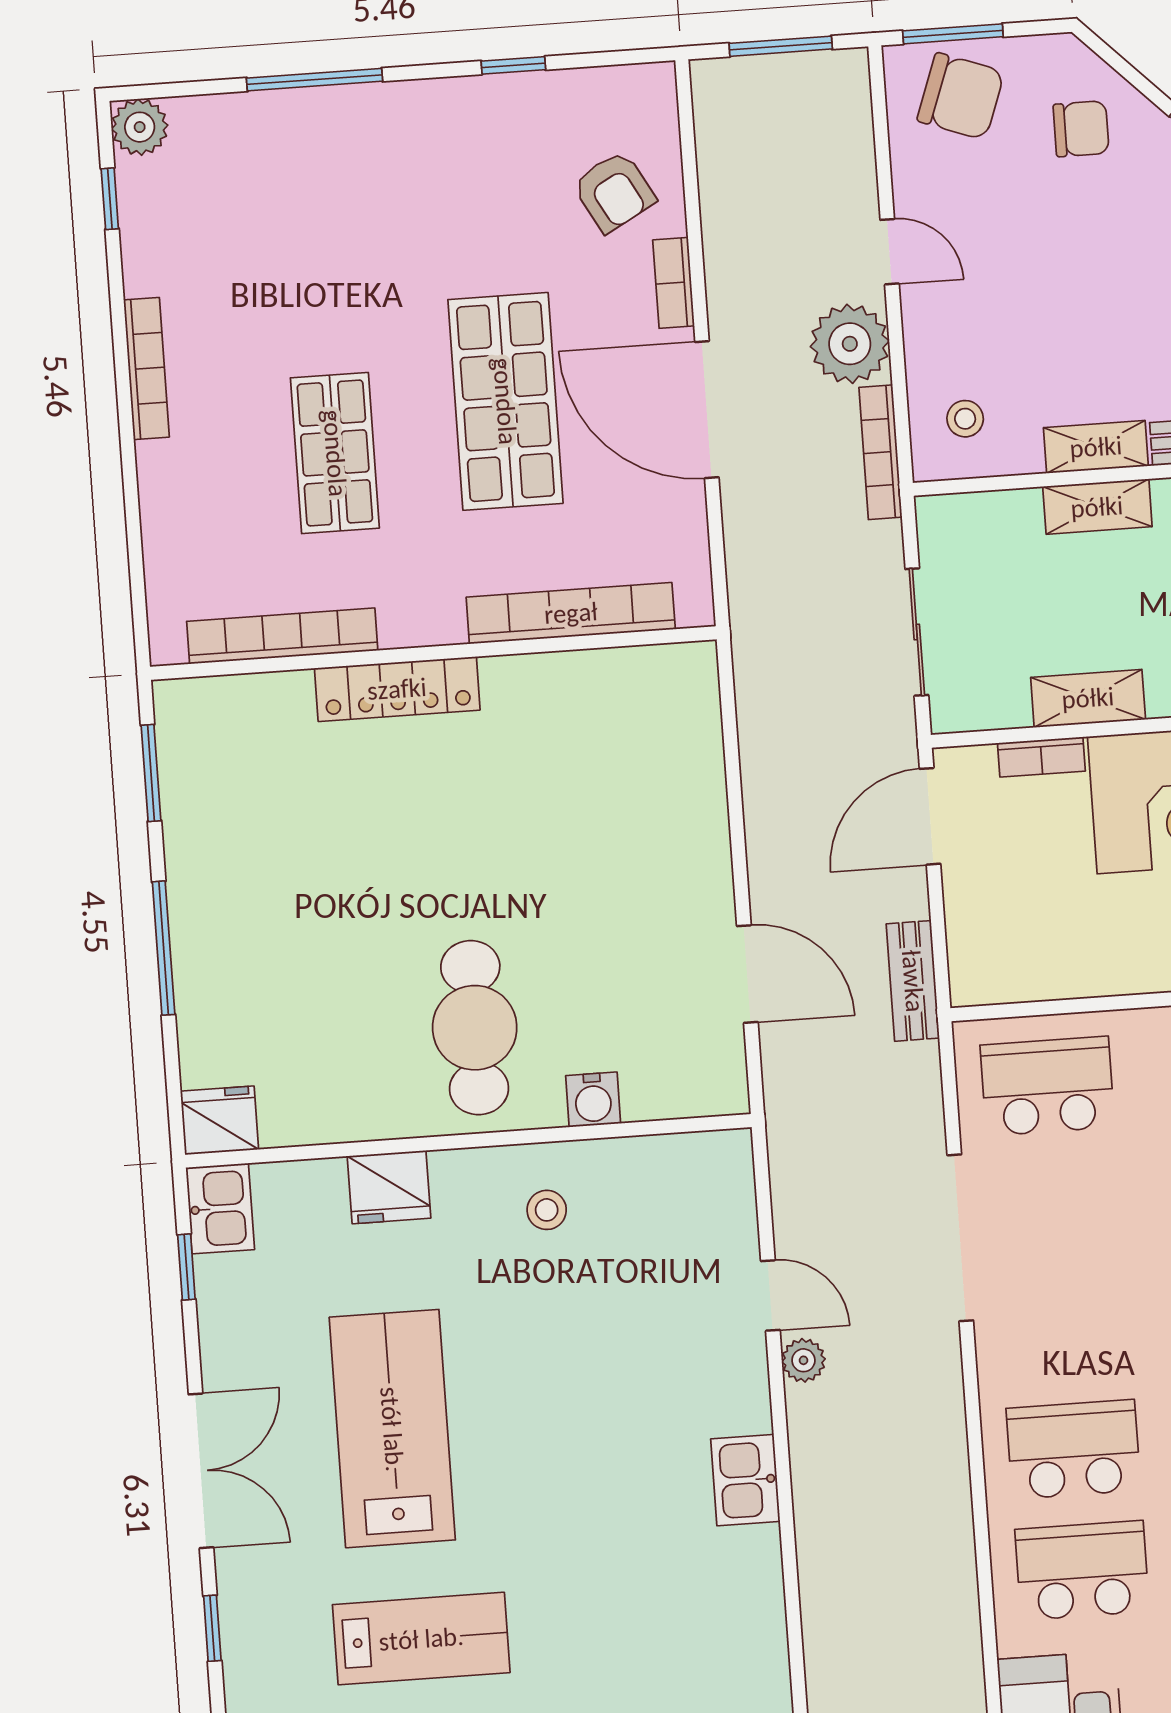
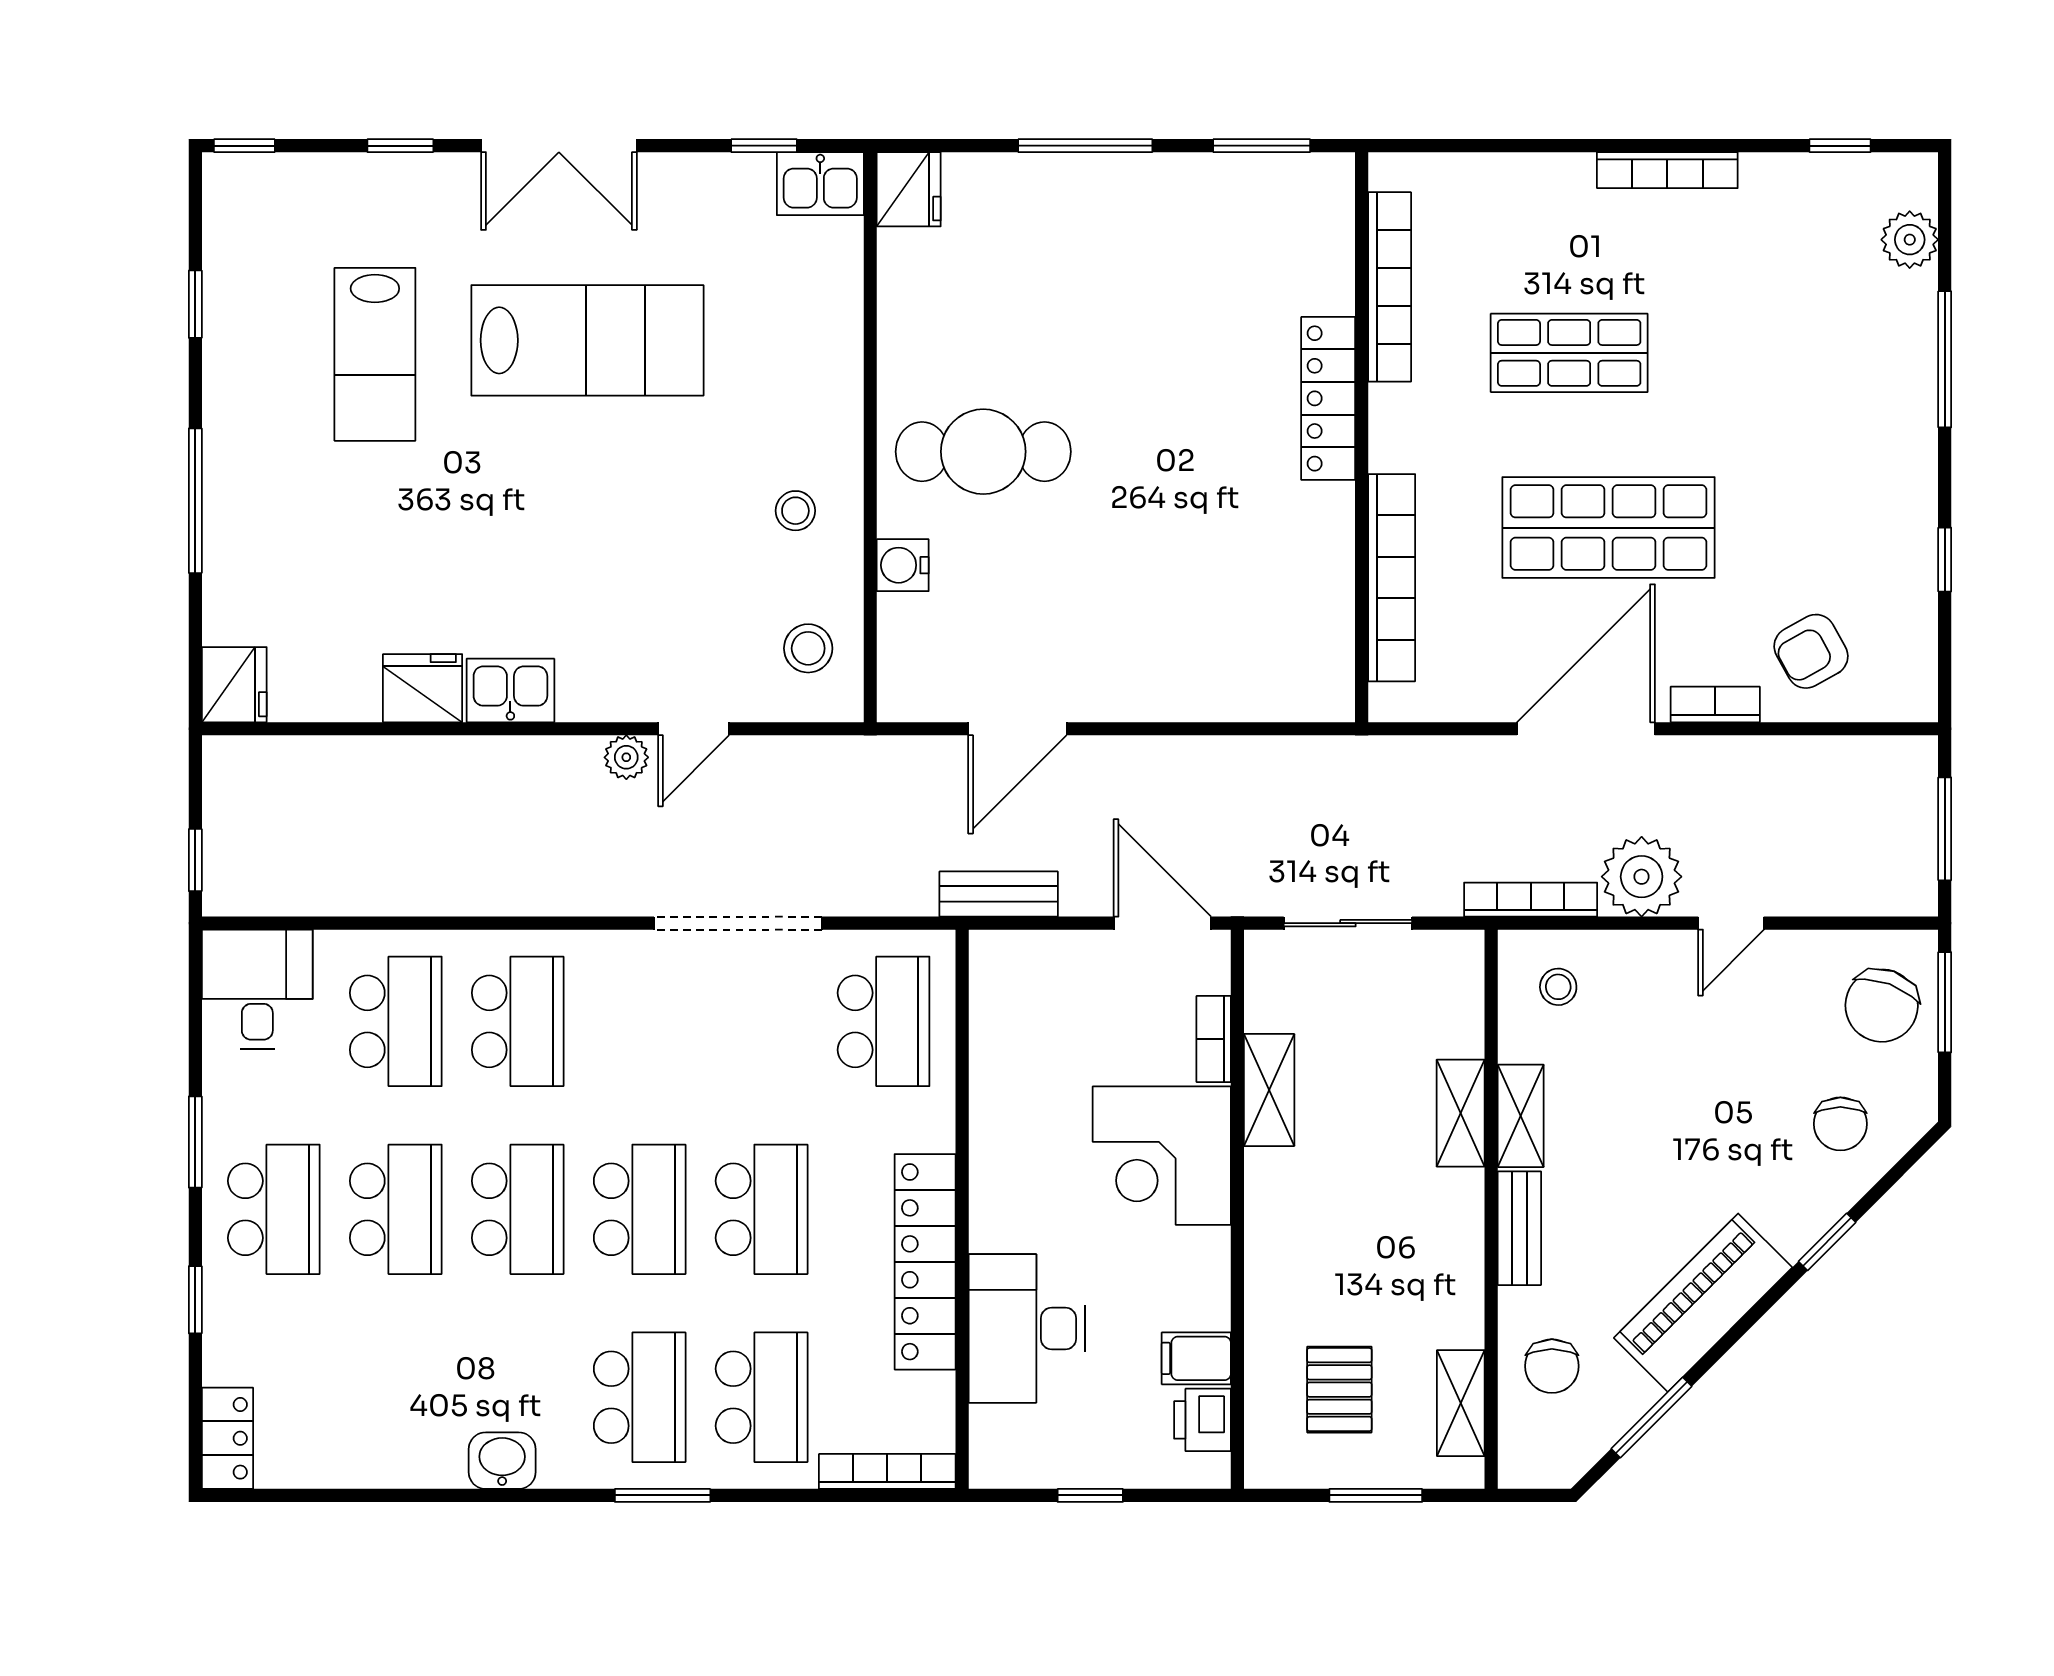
plant: (140, 127) -> (1910, 240), moved
fridge: (389, 1187) -> (423, 688), moved, turned 90
stool: (682, 1188) -> (808, 648), added

